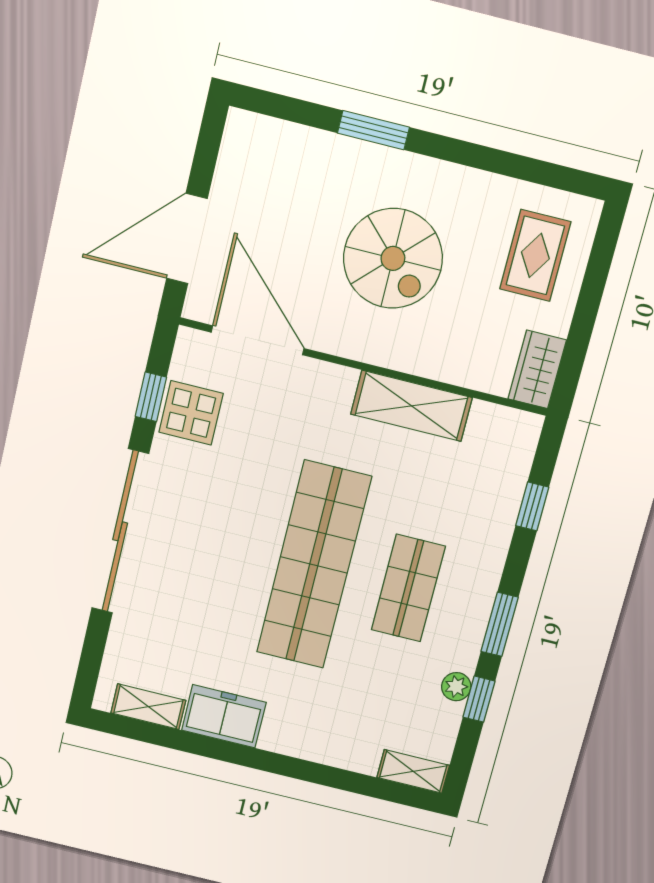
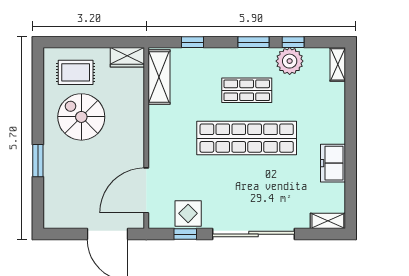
spiral stairs: (393, 258) -> (81, 117), moved, turned -90
shelving: (411, 406) -> (159, 77), moved
plant: (456, 687) -> (290, 61), width x1.88, depth x1.88
shelving: (148, 707) -> (328, 221), moved, turned 90

